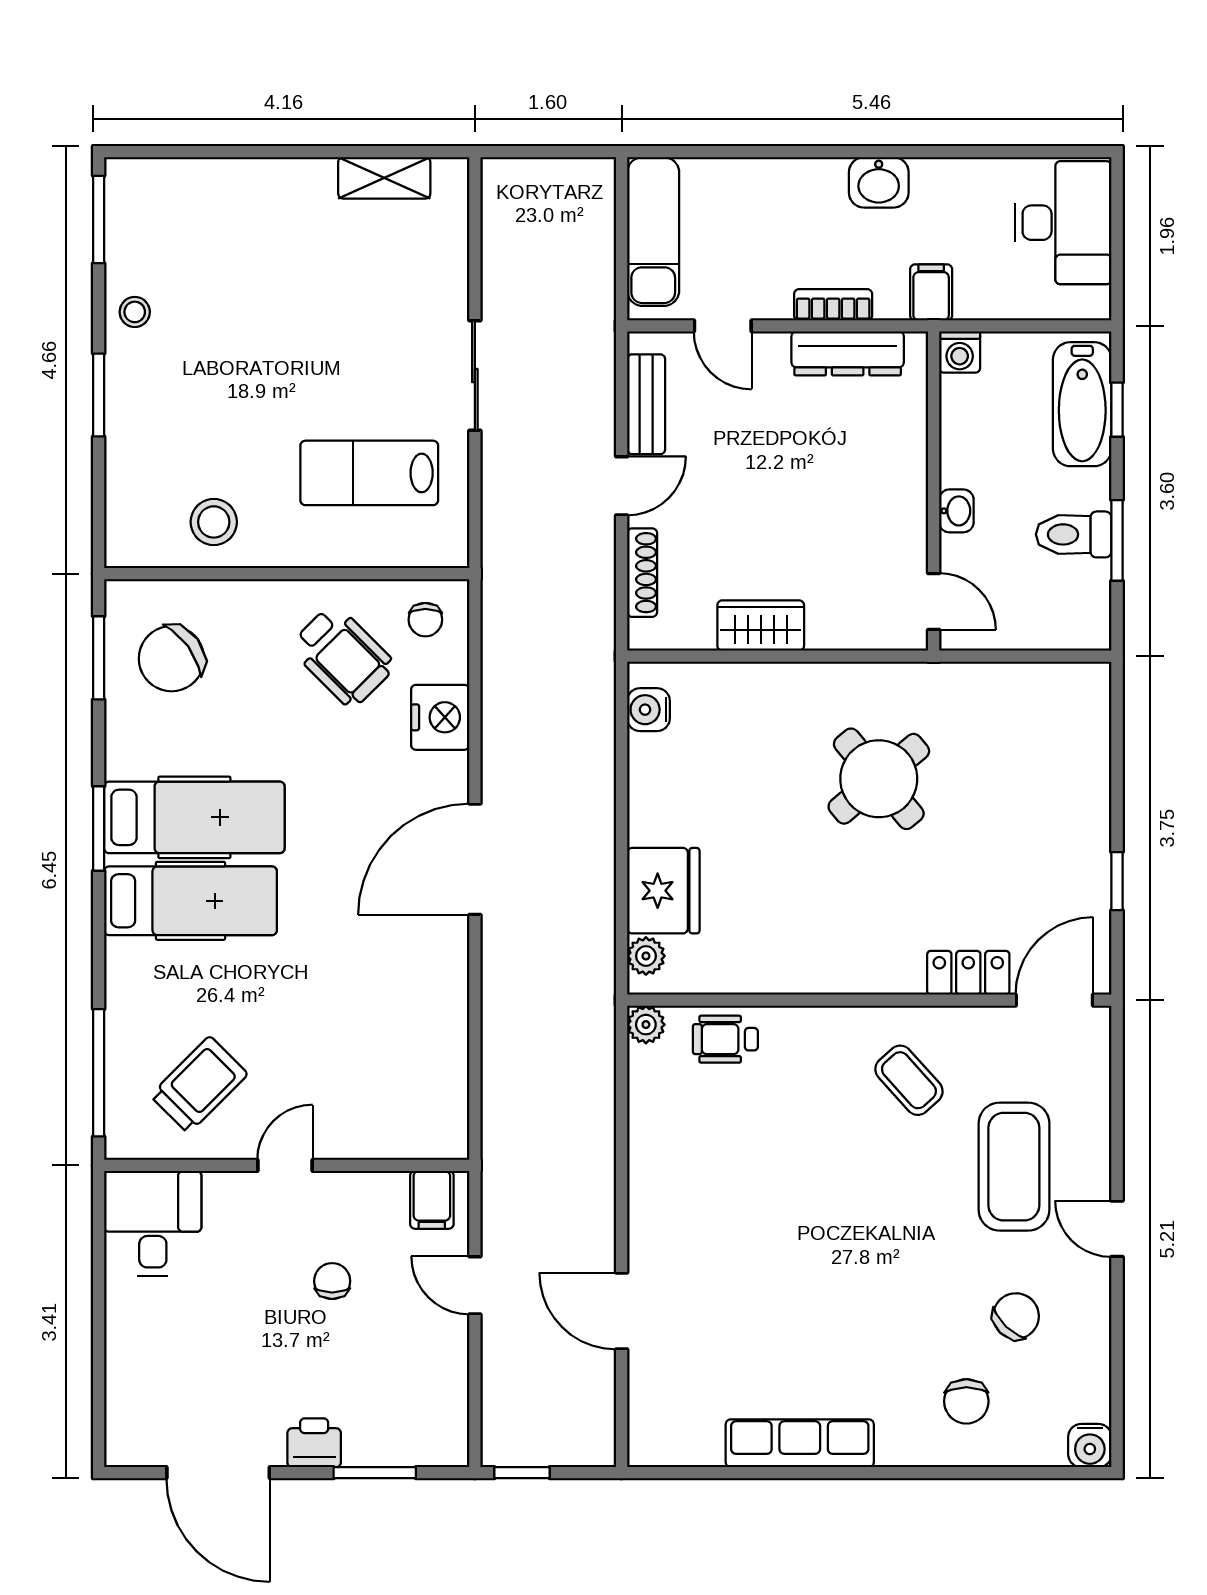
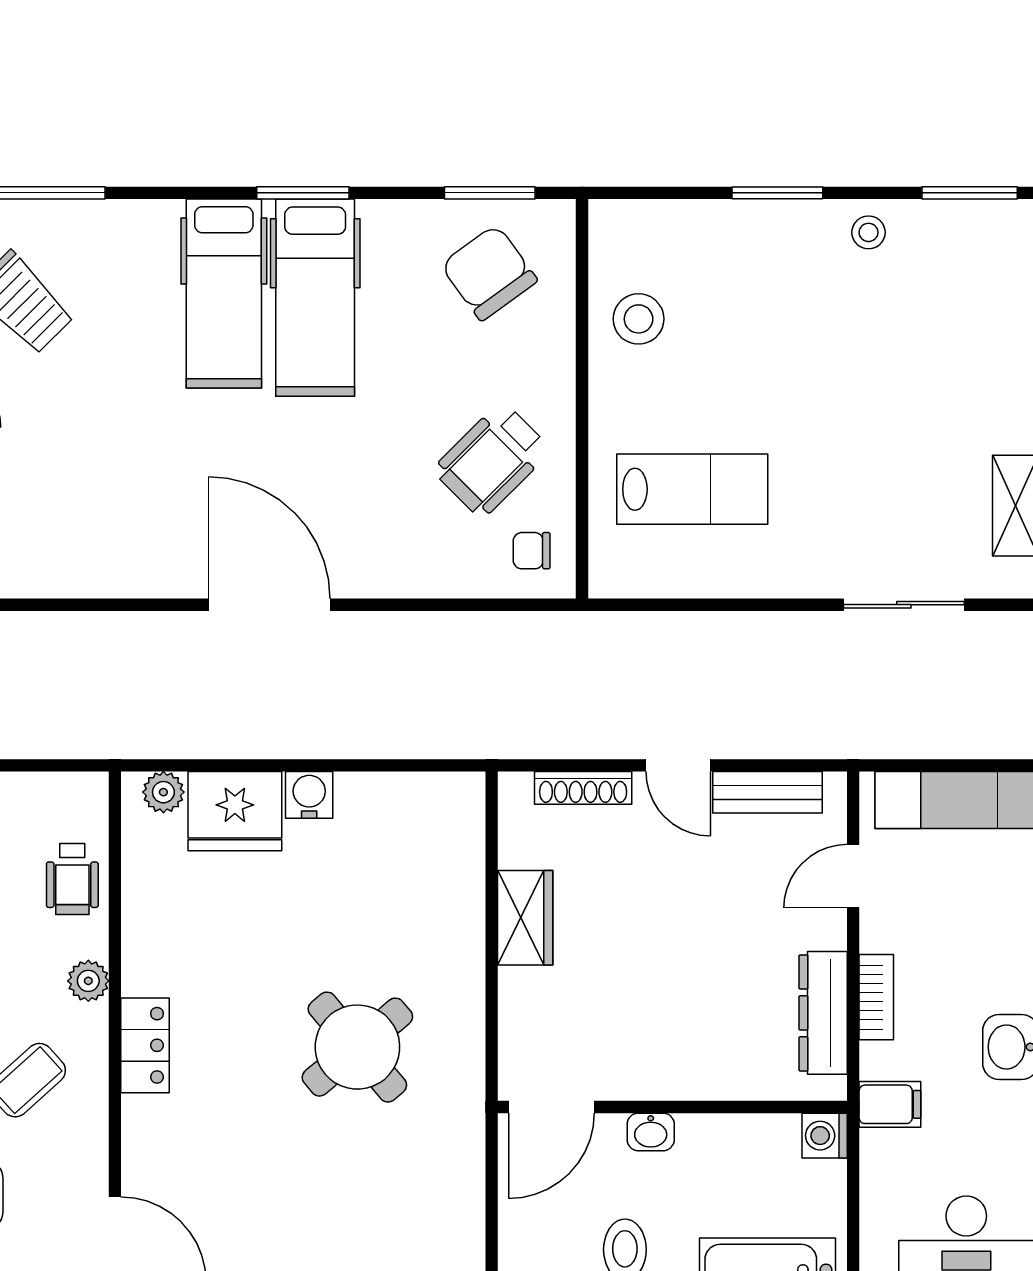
sliding door: (475, 376) -> (904, 605), moved
lab bench: (369, 473) -> (692, 489), turned 90
door: (934, 602) -> (551, 1107), width x1.38
water cooler: (648, 710) -> (309, 795), moved
nightstand: (440, 717) -> (425, 567), removed
locker: (968, 973) -> (145, 1045), moved
plant: (646, 1025) -> (88, 981), moved
wheelchair: (725, 1039) -> (72, 879), turned 180

